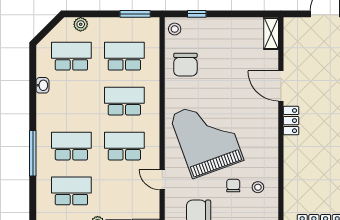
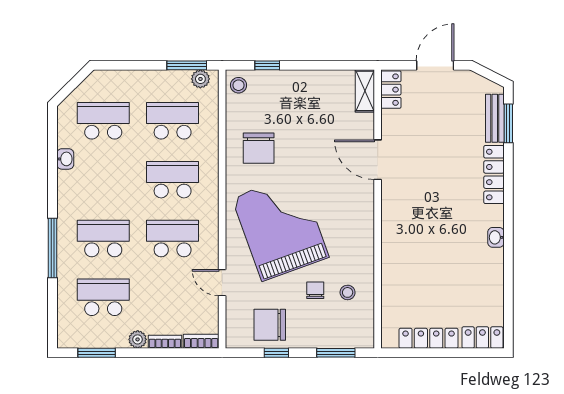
plant: (81, 24) -> (200, 79), moved
chair: (185, 65) -> (259, 148), moved
locker: (291, 121) -> (391, 90), moved

